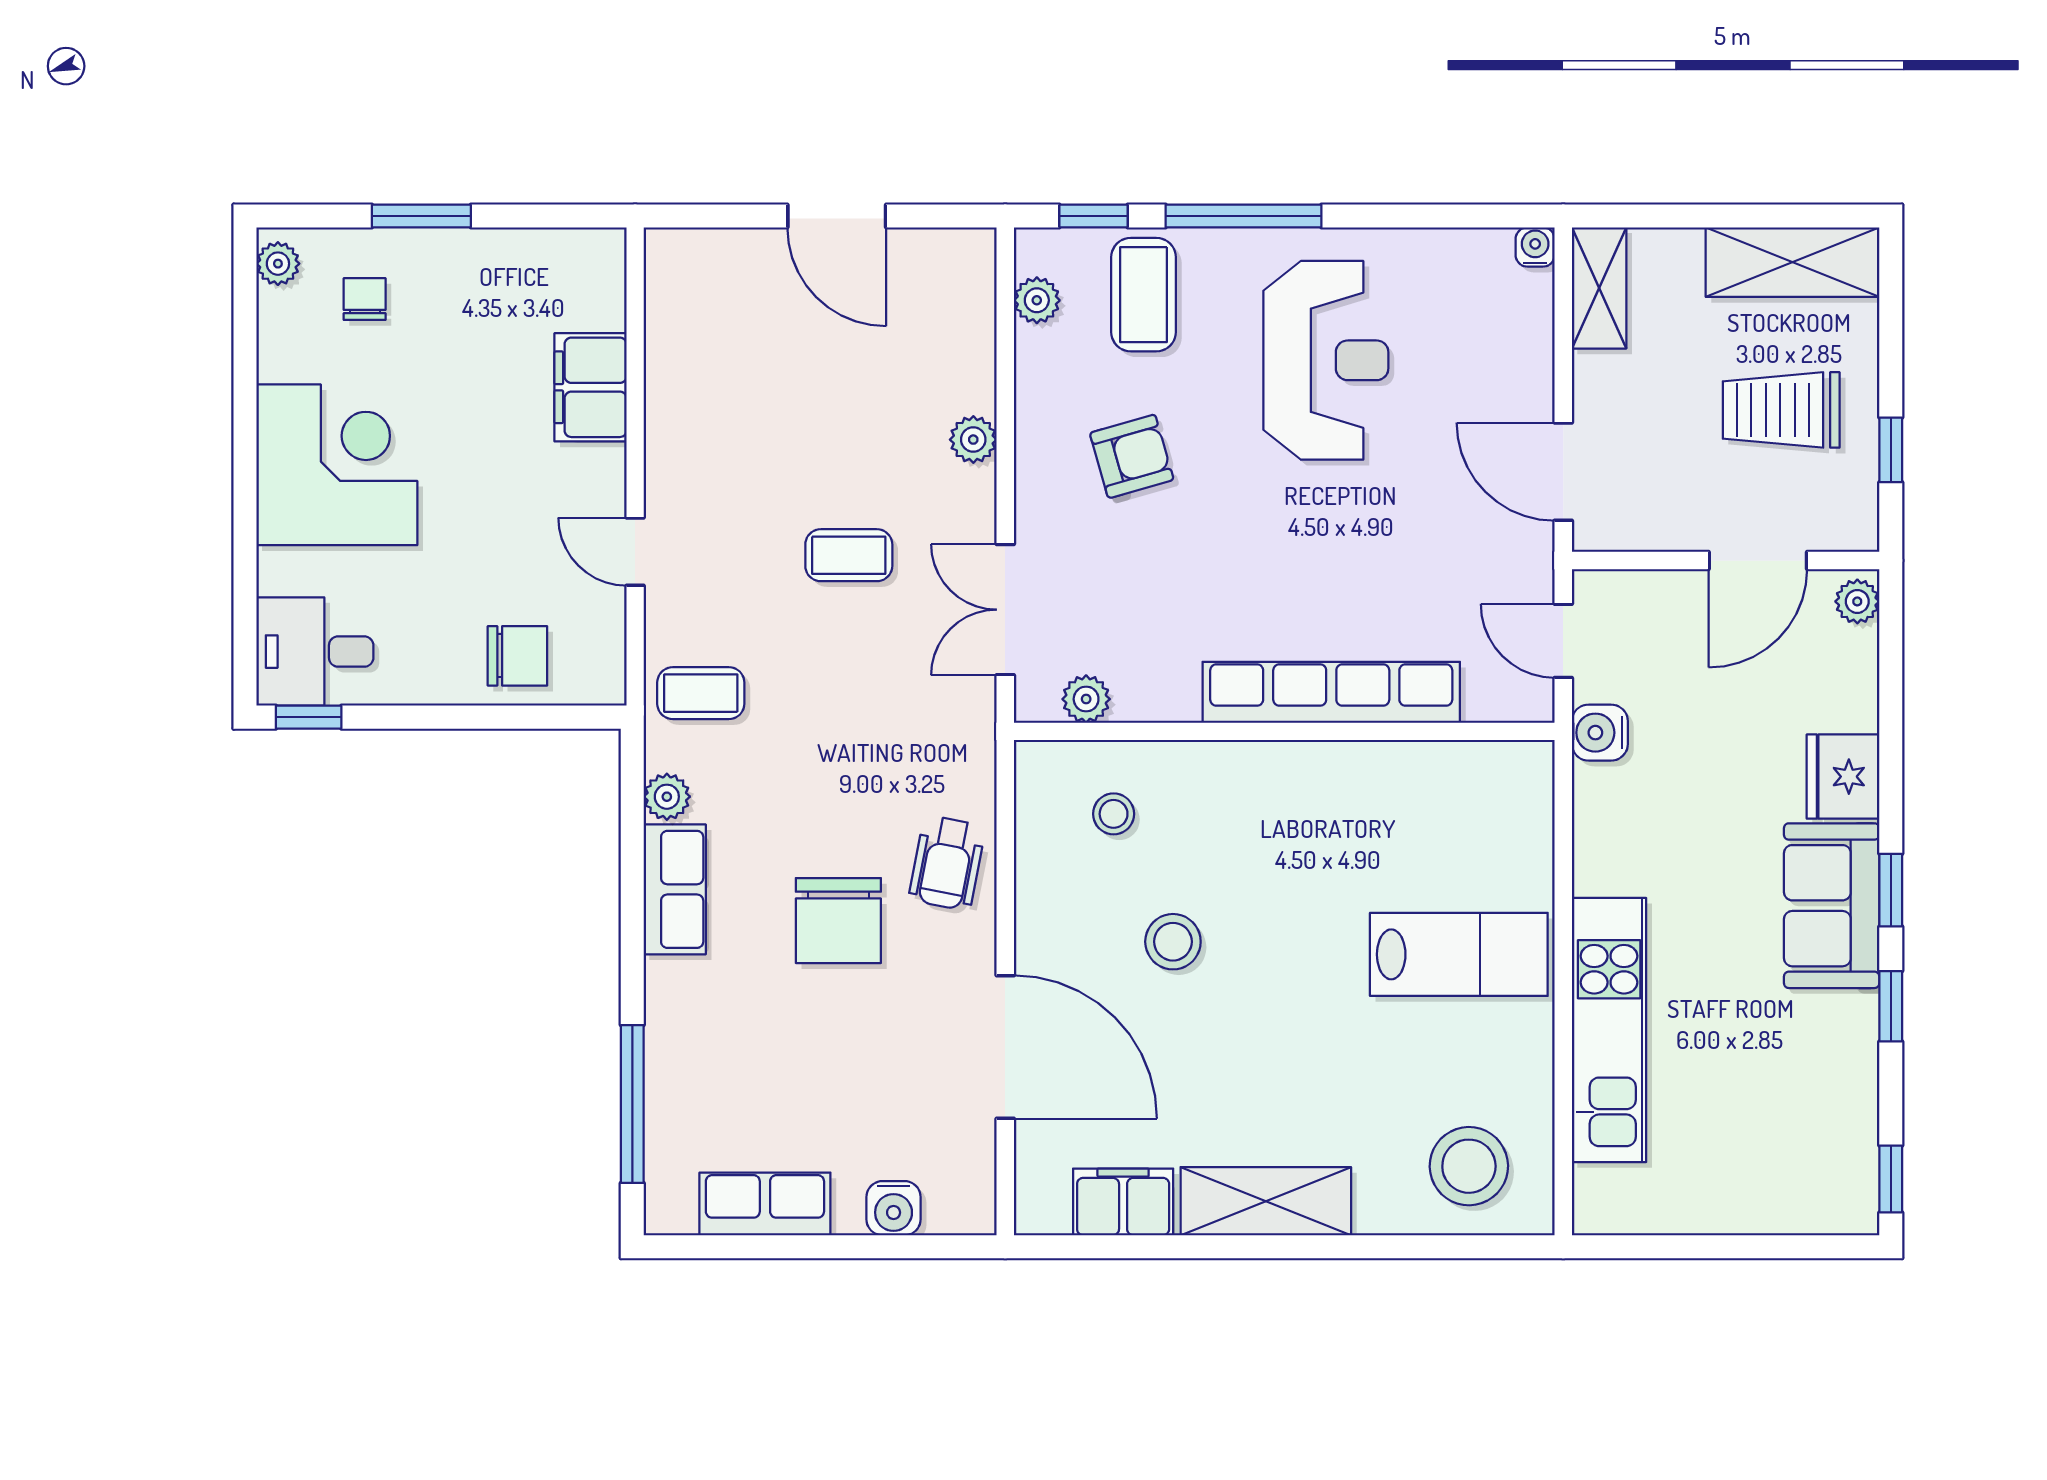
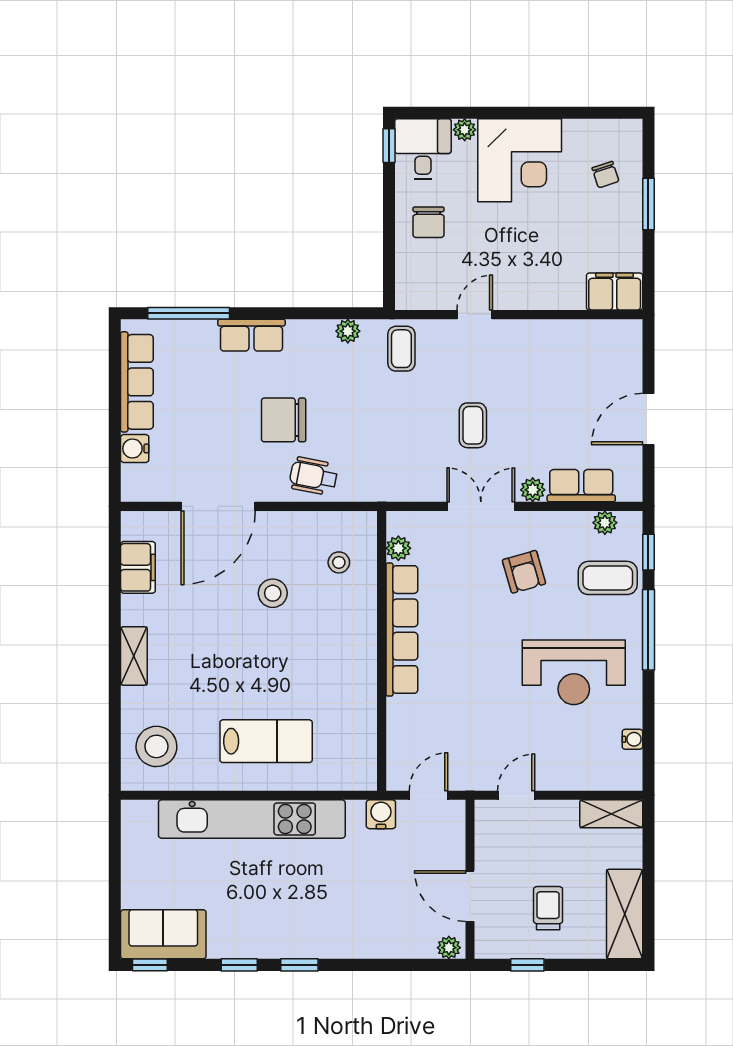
water cooler: (1535, 247) -> (632, 739), moved
plant: (278, 264) -> (465, 130), moved
chair: (365, 299) -> (605, 175), turned 72
row of seats: (965, 346) -> (581, 486), added
filing cabinet: (591, 387) -> (615, 292), moved
trolley: (1781, 410) -> (548, 908), width x0.73, depth x0.72
door: (1563, 472) -> (516, 795), width x0.73
double door: (1005, 610) -> (481, 506), moved
chair: (517, 656) -> (429, 222), moved
row of seats: (1331, 692) -> (402, 630), moved
fridge: (1843, 777) -> (358, 940), removed
row of seats: (675, 889) -> (251, 335), moved
sofa: (1832, 906) -> (163, 934), moved
lab bench: (1459, 954) -> (266, 741), turned -90
kitchen unit: (1609, 1030) -> (252, 819), width x1.36
shelving: (1266, 1201) -> (134, 656), width x0.67, depth x0.75
row of seats: (765, 1204) -> (137, 382), width x1.48

